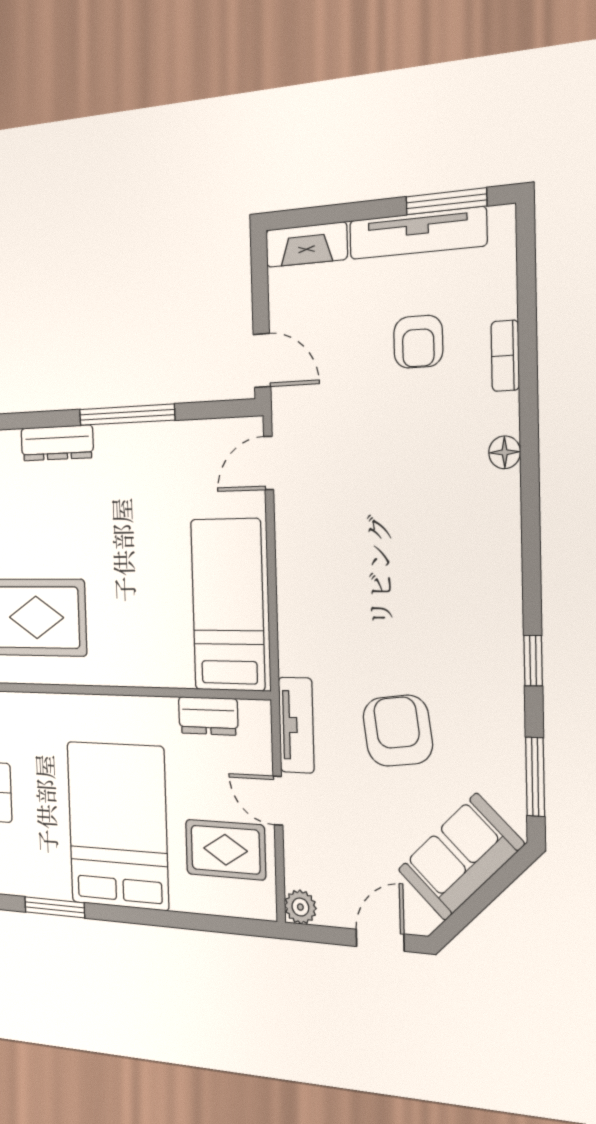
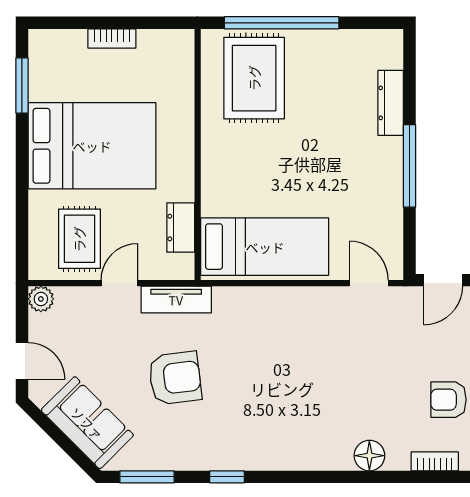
floor lamp: (505, 452) -> (369, 456), width x1.37, depth x1.37

